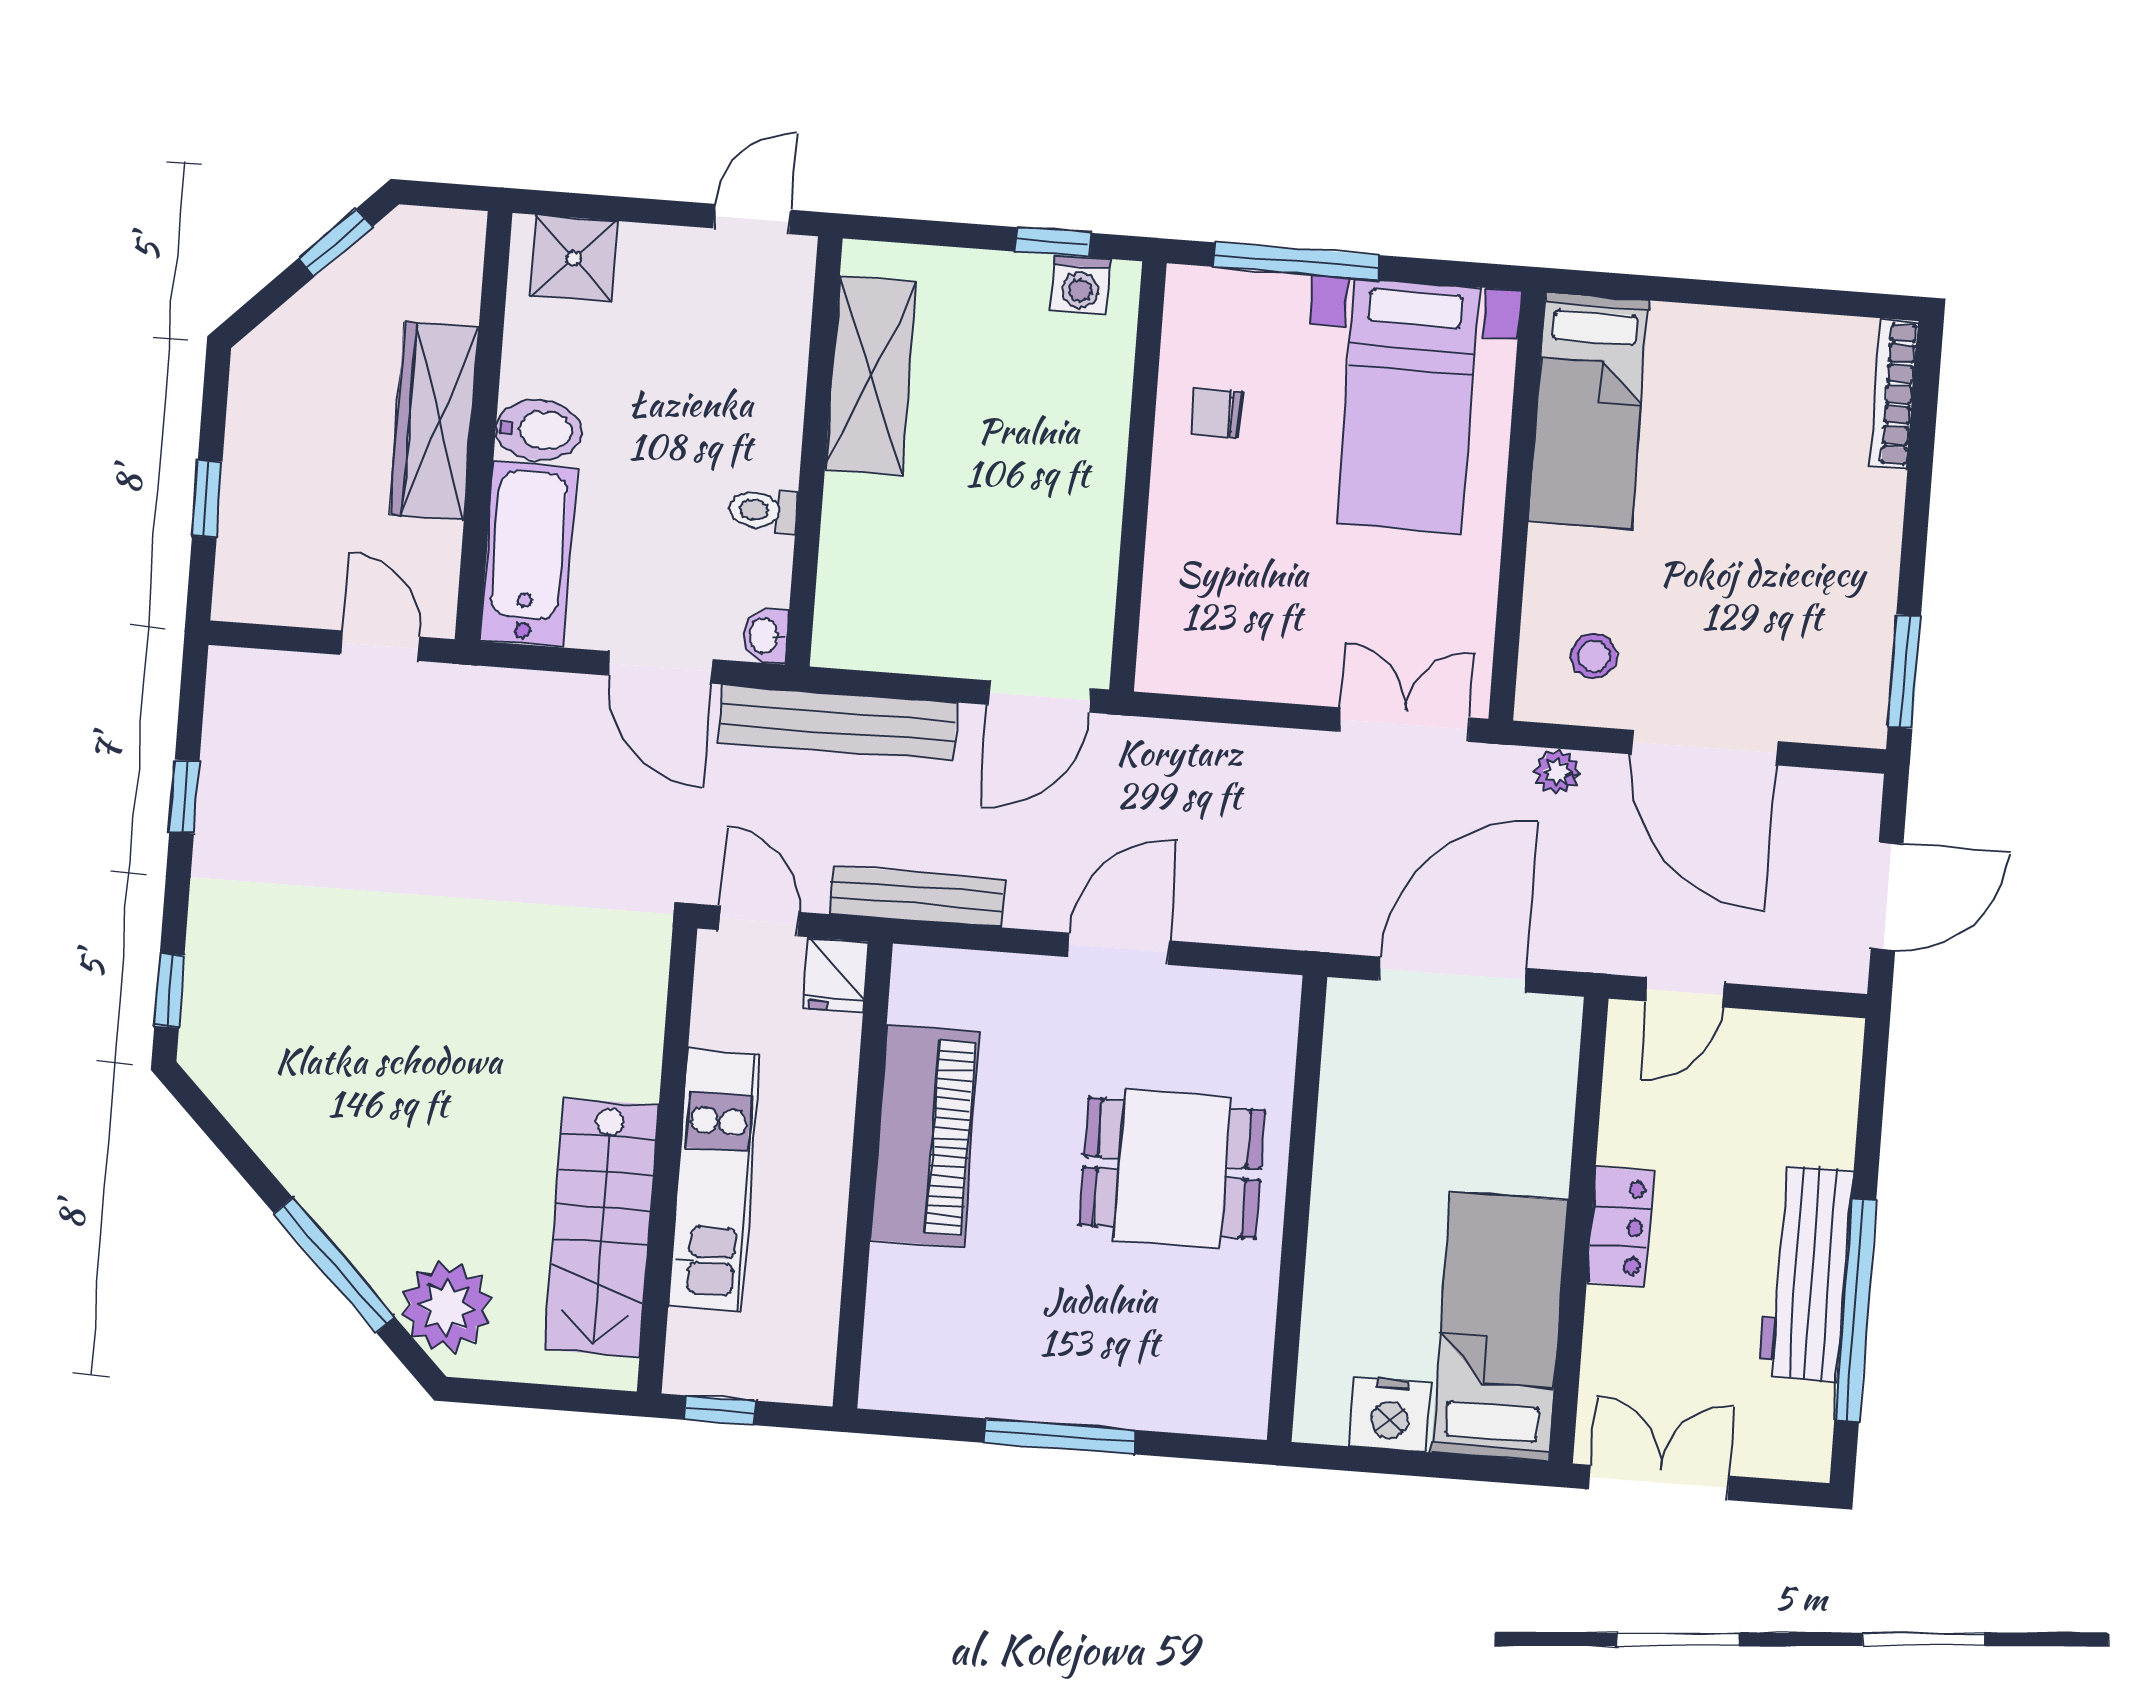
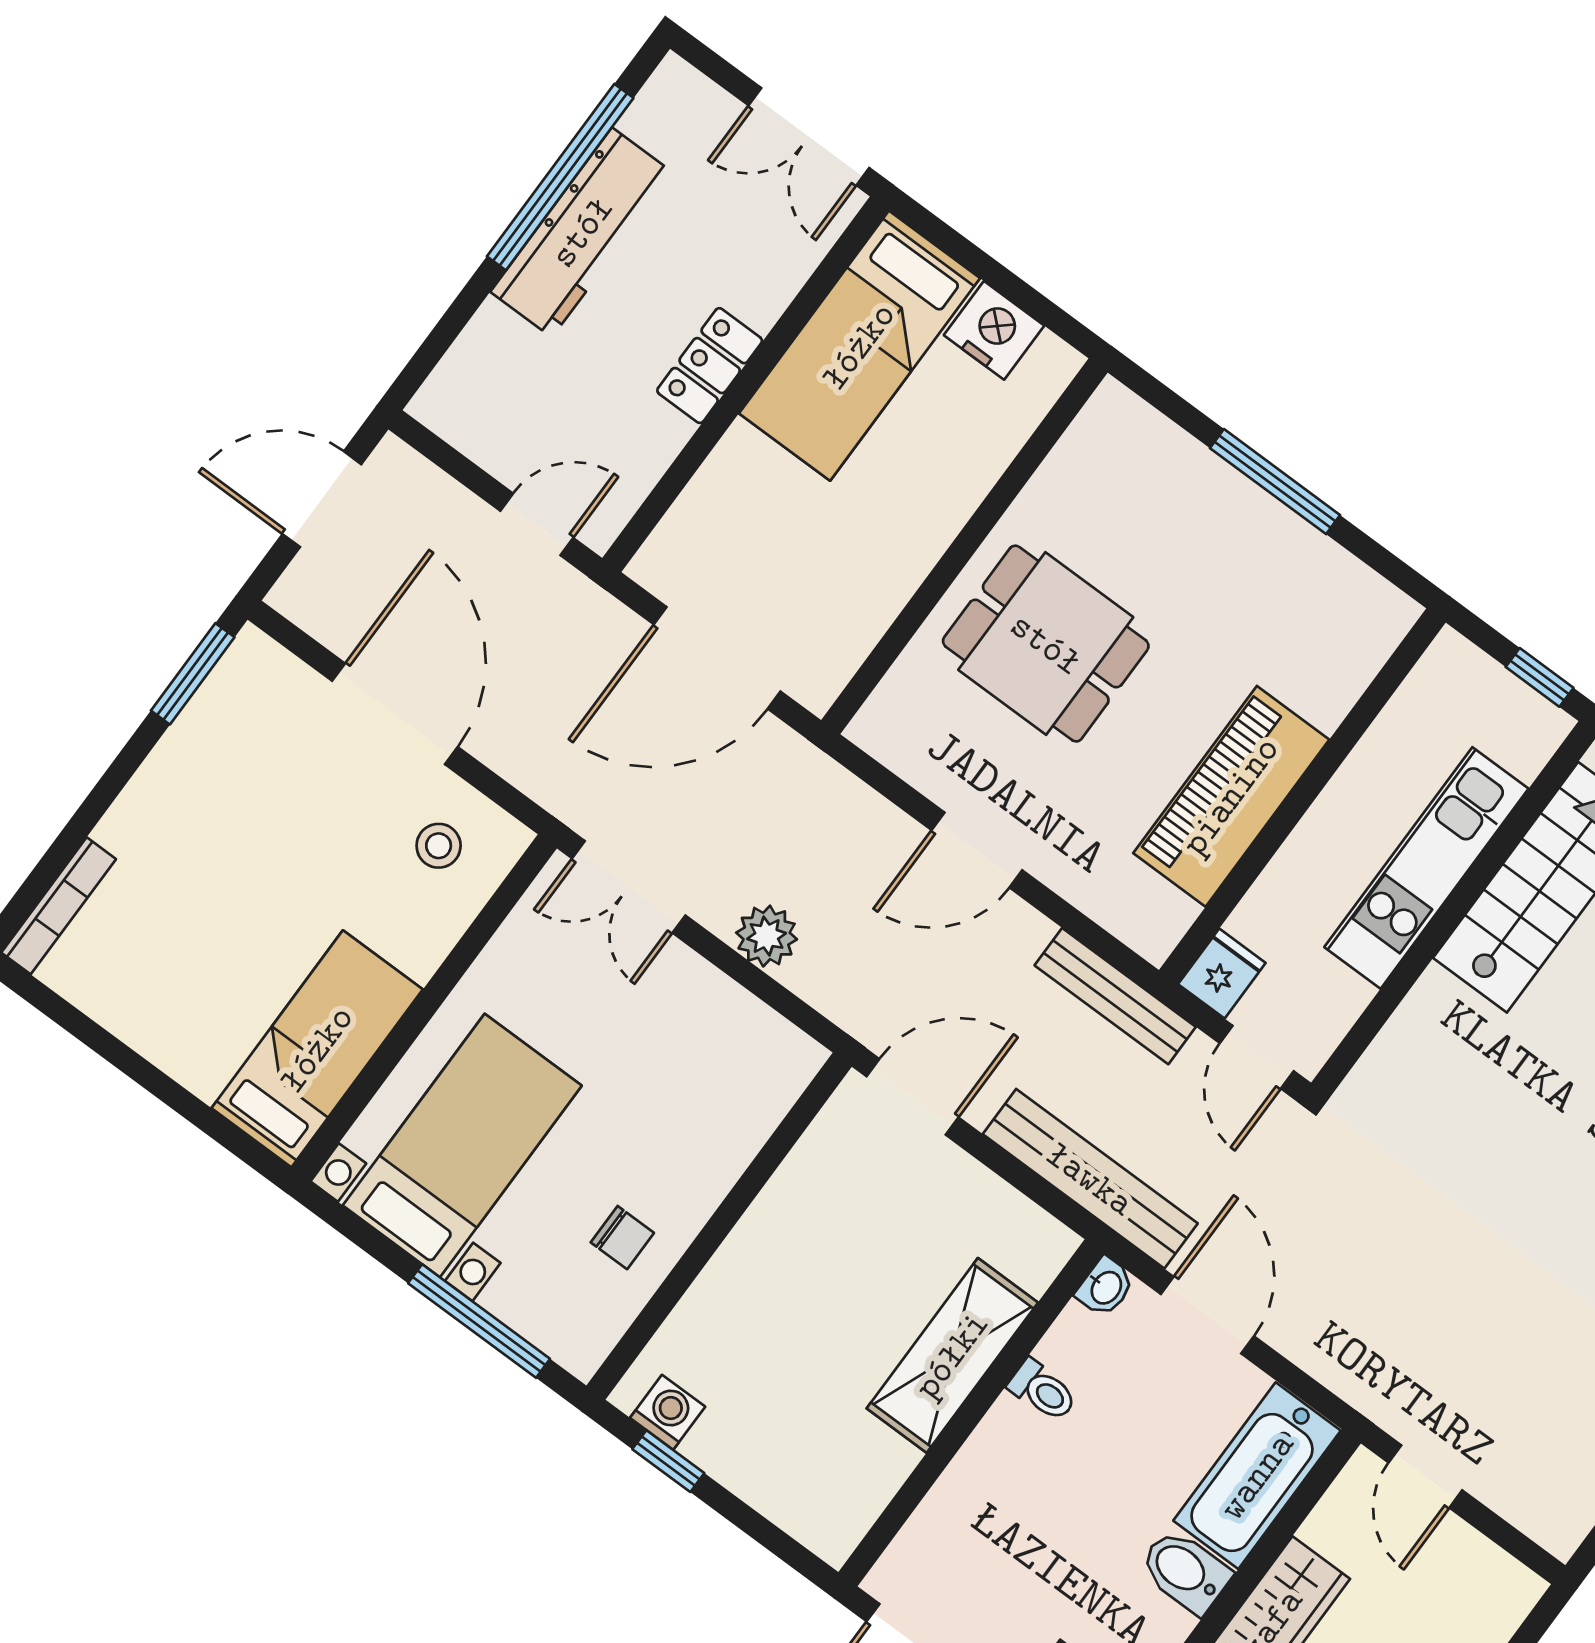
shelving: (871, 376) -> (952, 1355), moved
plant: (1557, 772) -> (767, 936), moved, width x1.38, depth x1.38

